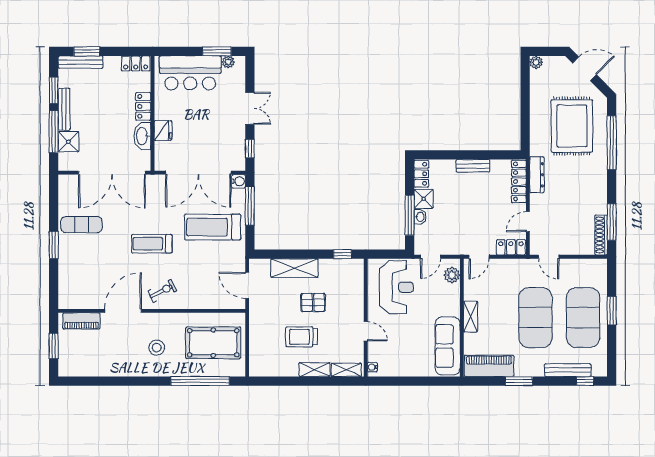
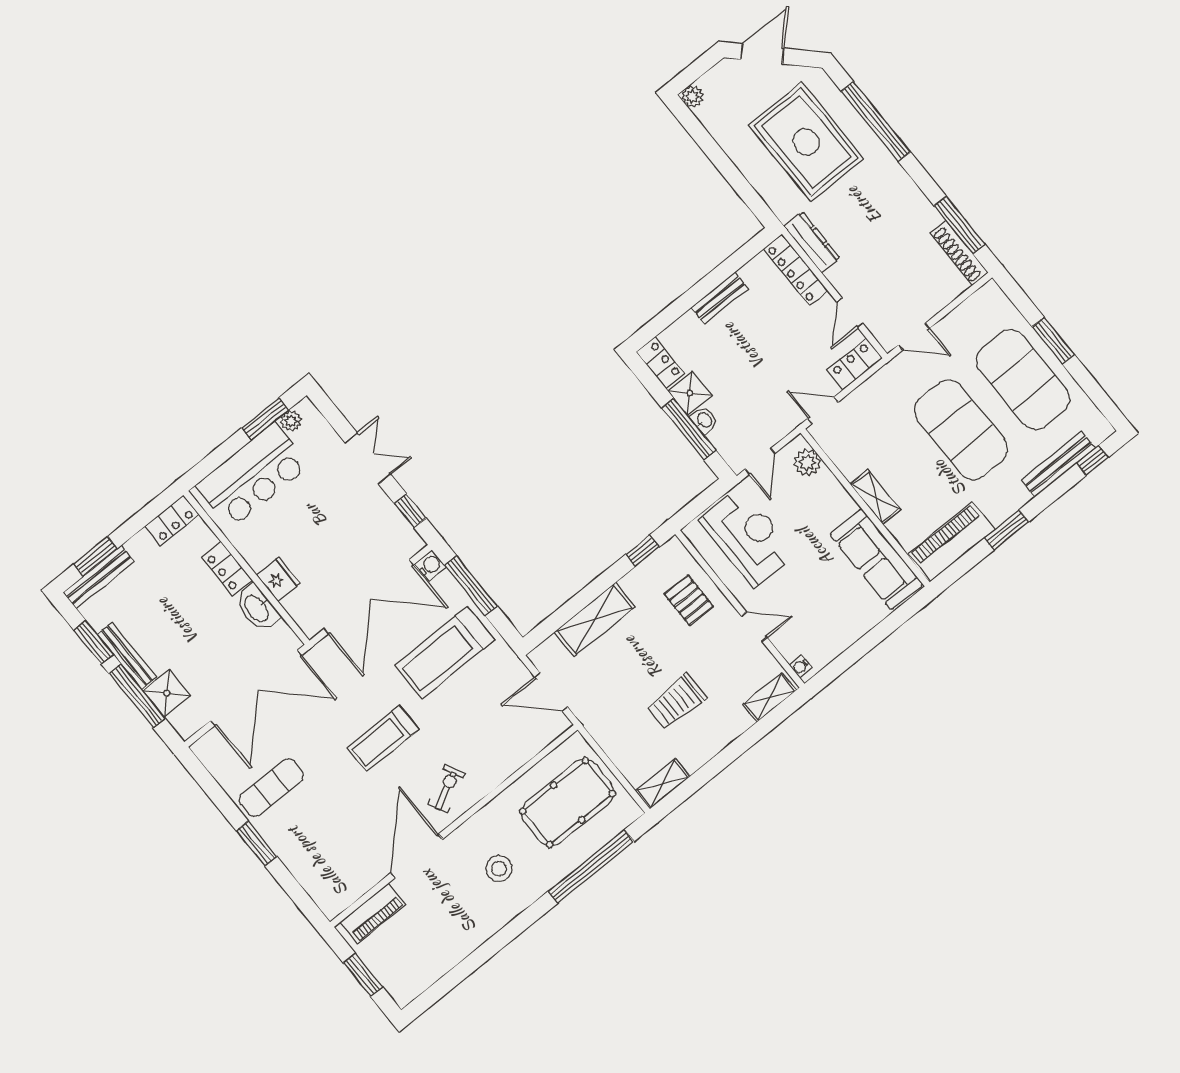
door: (479, 257) -> (823, 410), swing flipped
pallet: (313, 302) -> (689, 600), moved, turned 90
shelving: (315, 370) -> (663, 784), moved

